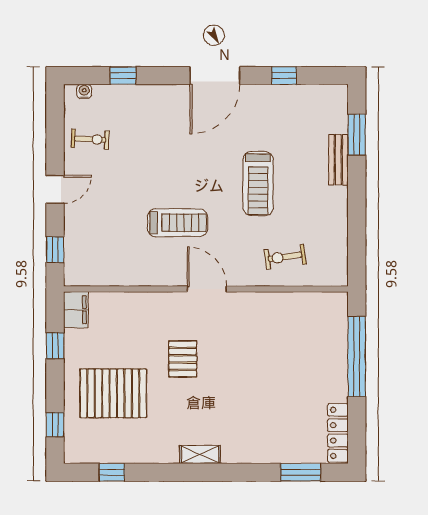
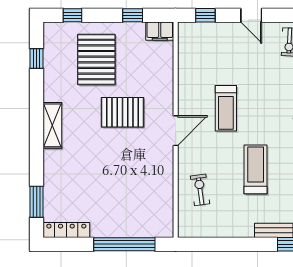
treadmill: (258, 184) -> (256, 169), turned 90
pallet: (183, 359) -> (123, 112), width x1.50, depth x1.42
shelving: (200, 454) -> (52, 125), width x1.50, depth x1.33

